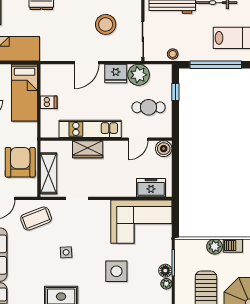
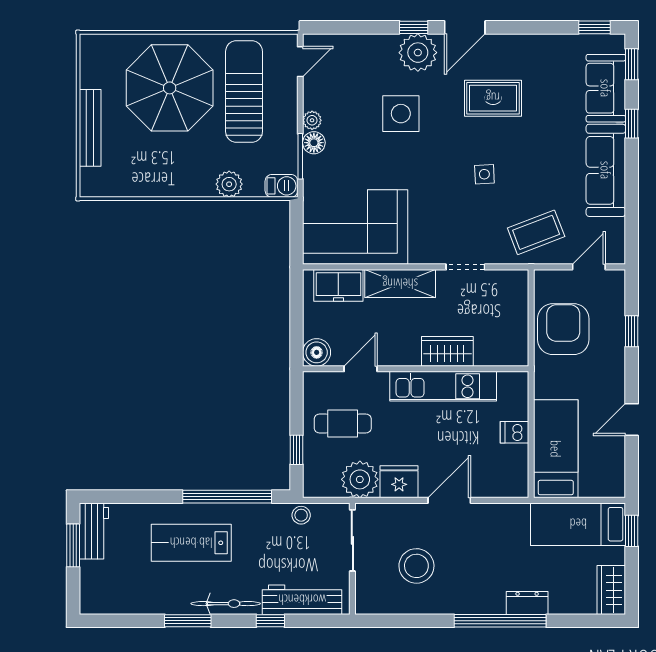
armchair: (20, 162) -> (563, 329), turned 180
shelving: (49, 173) -> (400, 284), moved, turned 90
barbecue: (233, 246) -> (281, 186), moved
side table: (116, 271) -> (401, 114), moved

